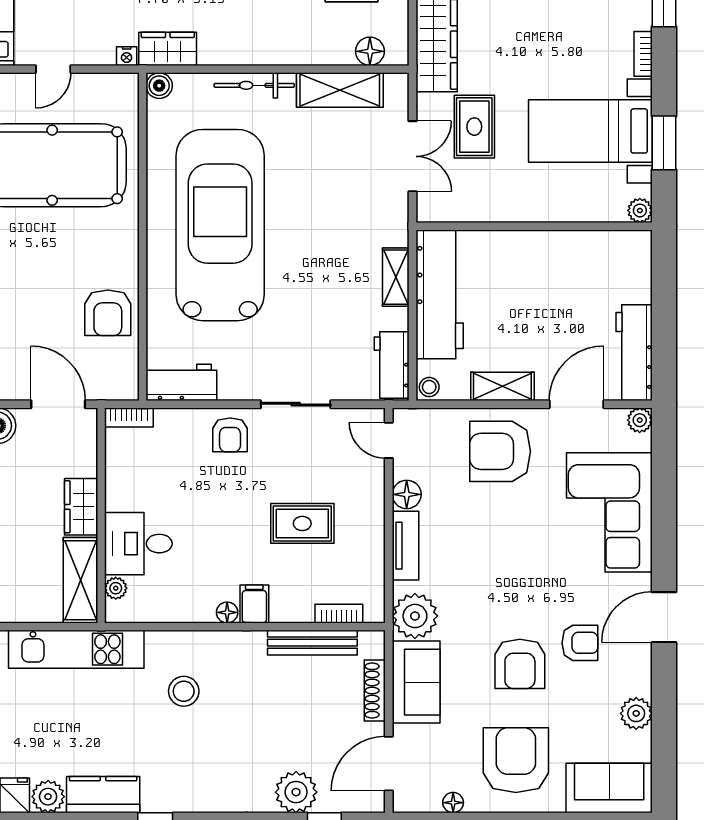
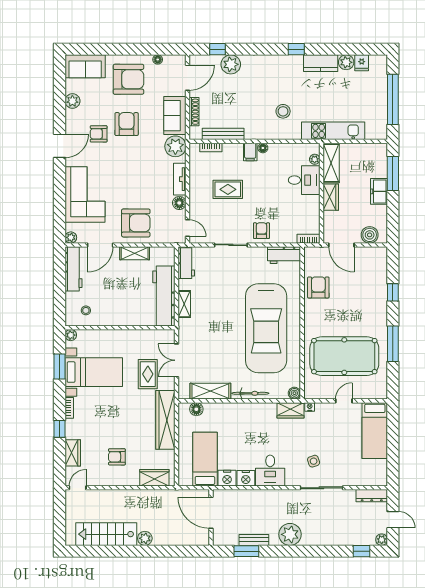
stool: (429, 387) -> (86, 310), moved
armchair: (516, 760) -> (128, 79), turned -90

